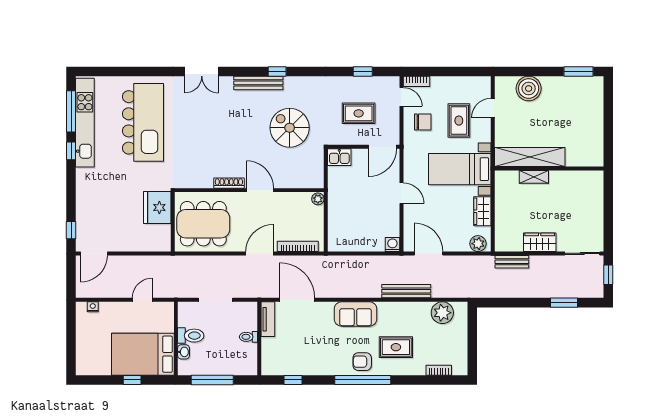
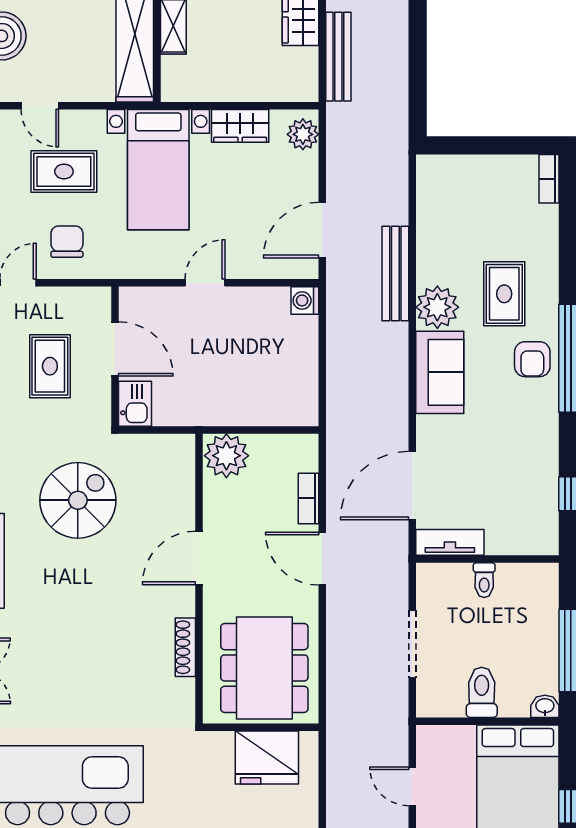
spiral stairs: (290, 128) -> (78, 500), turned 180
door: (382, 147) -> (115, 349), moved
shoe rack: (229, 183) -> (185, 647), moved
plant: (318, 199) -> (226, 456), width x1.87, depth x1.87
fridge: (157, 207) -> (267, 757), moved
bookcase: (298, 246) -> (308, 498), width x0.64
bench: (512, 262) -> (338, 57), width x1.36
plant: (442, 313) -> (437, 307), moved
washbasin: (184, 352) -> (545, 706), moved
bookcase: (439, 370) -> (549, 179), moved

